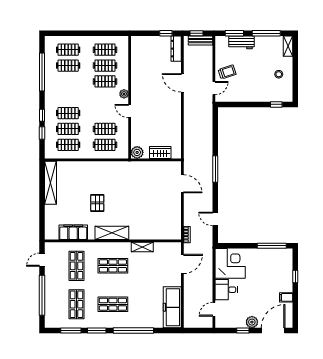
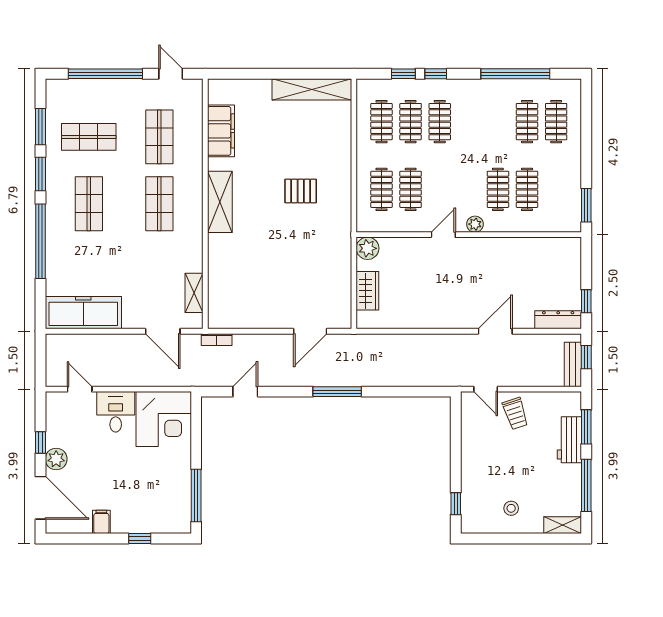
window: (114, 33) -> (586, 205), added
clothes rail: (105, 50) -> (556, 189), removed
pallet: (97, 203) -> (301, 191), moved
shelving: (142, 247) -> (194, 293), moved
shop shelf: (76, 266) -> (159, 137), turned 90

